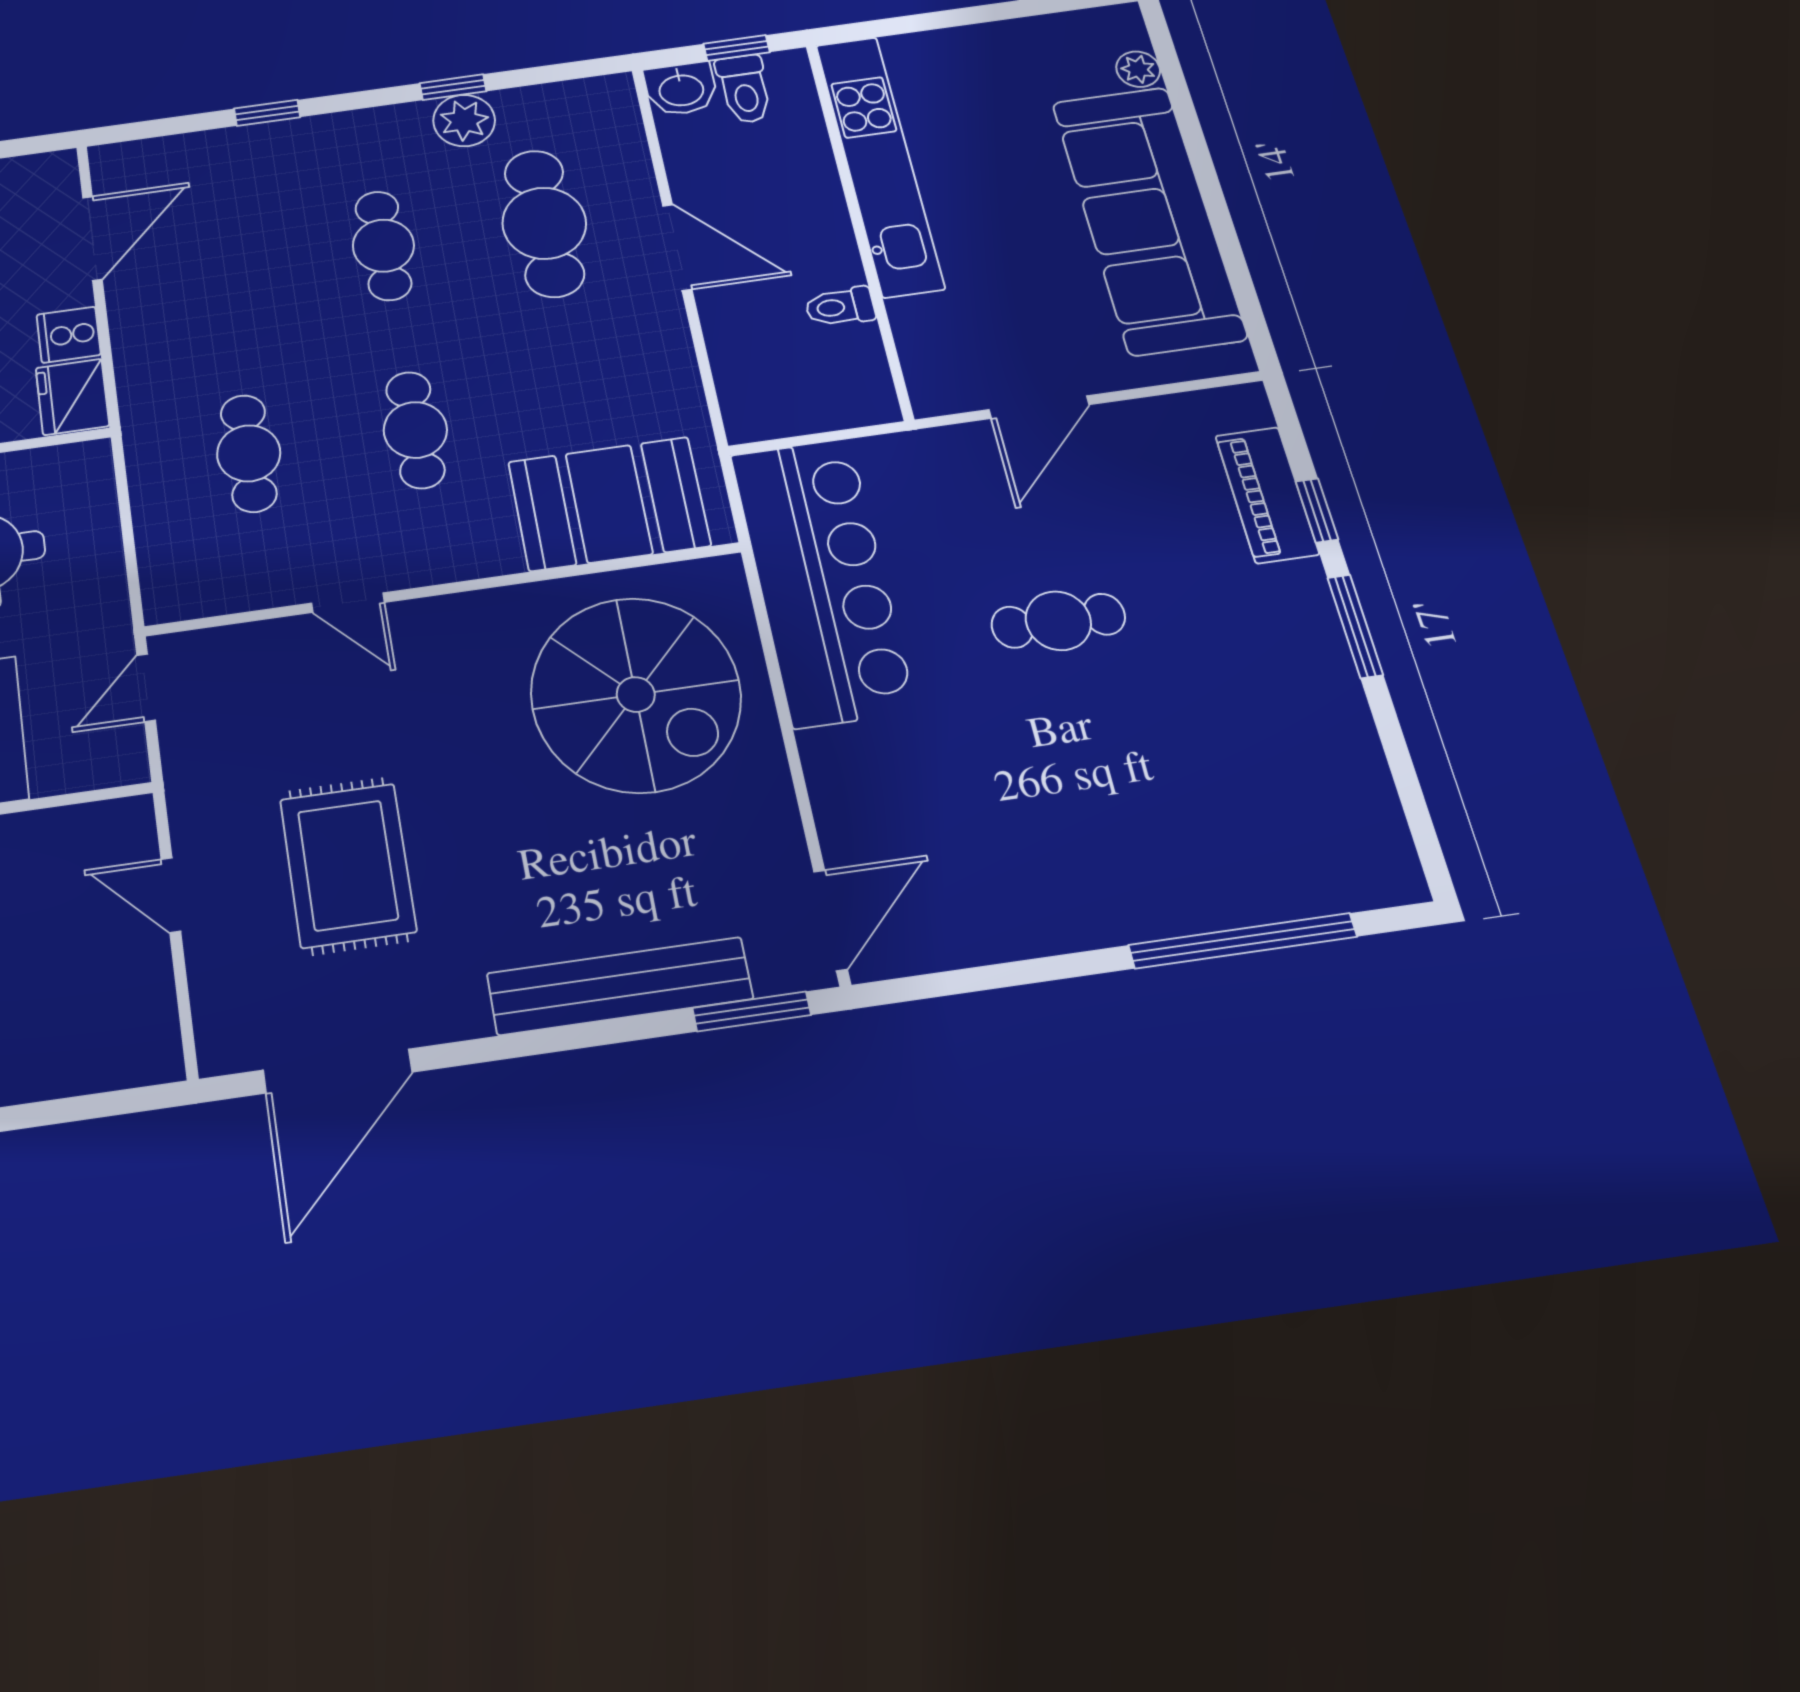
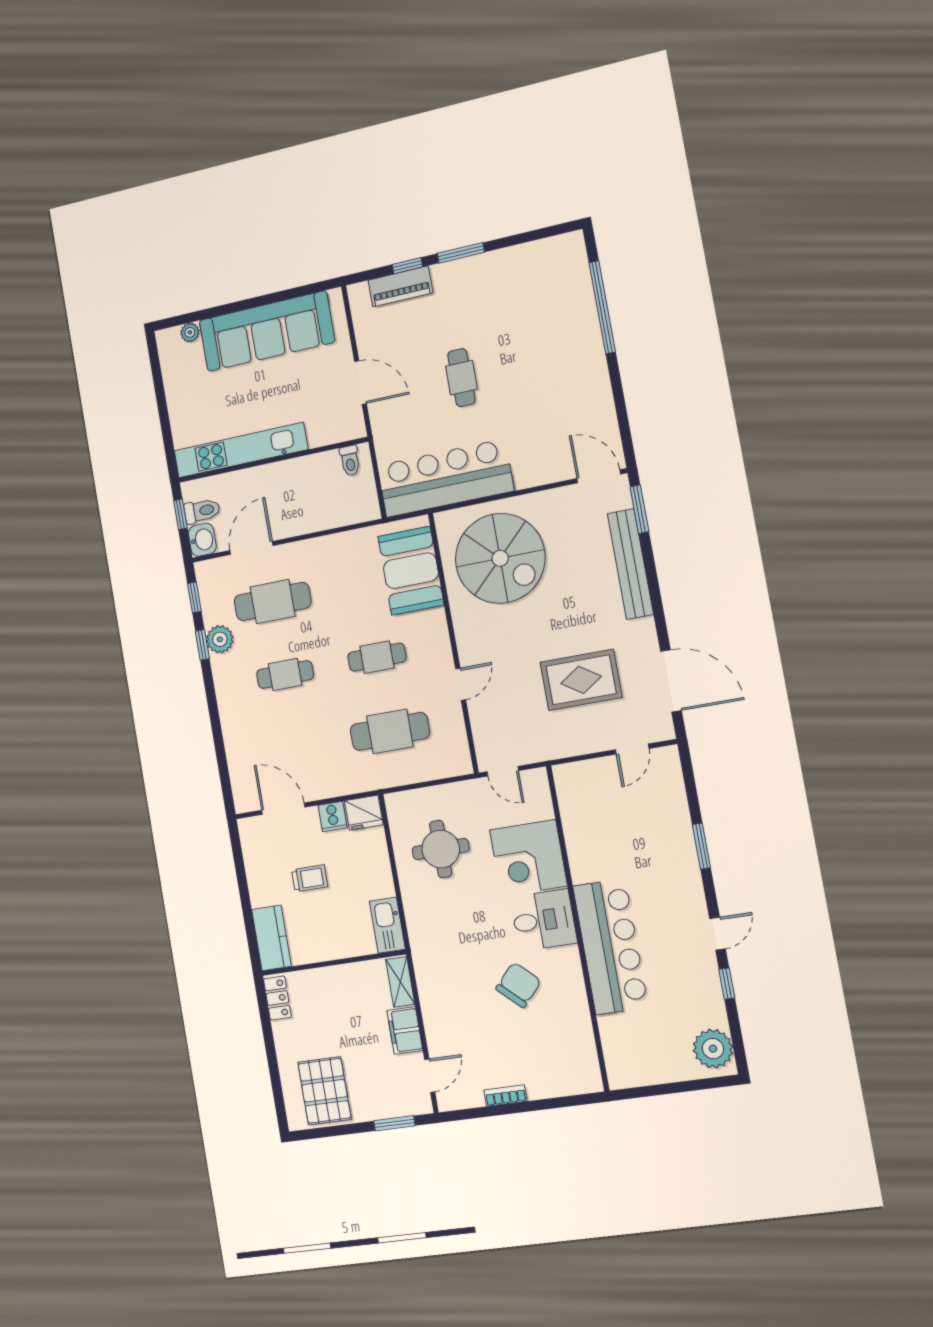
window: (267, 113) -> (194, 597), moved
door: (677, 247) -> (251, 548), moved
toilet: (840, 307) -> (350, 461), moved
cafe table: (249, 453) -> (390, 731), width x1.37, depth x1.35
spiral stairs: (636, 694) -> (500, 558), turned 90
door: (171, 895) -> (632, 749), moved

